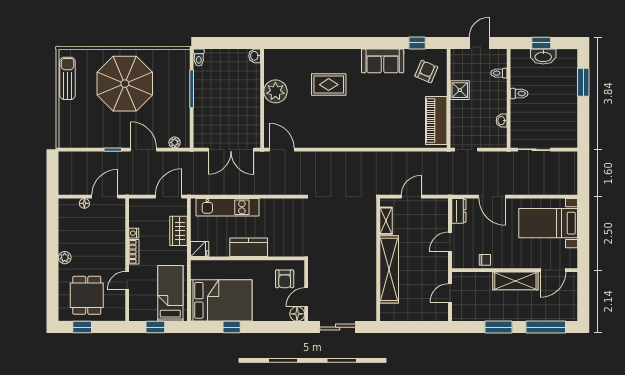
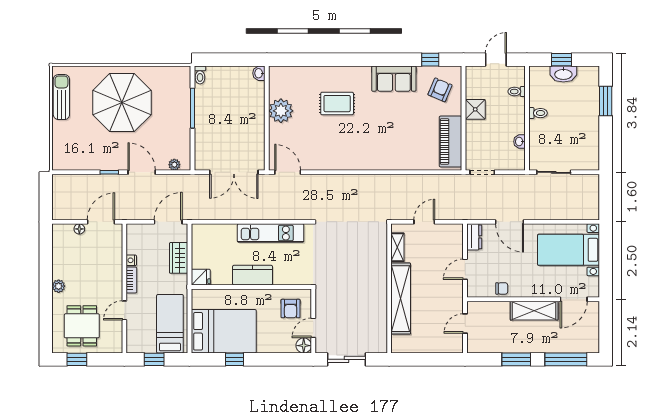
kitchen unit: (227, 207) -> (271, 233), moved

